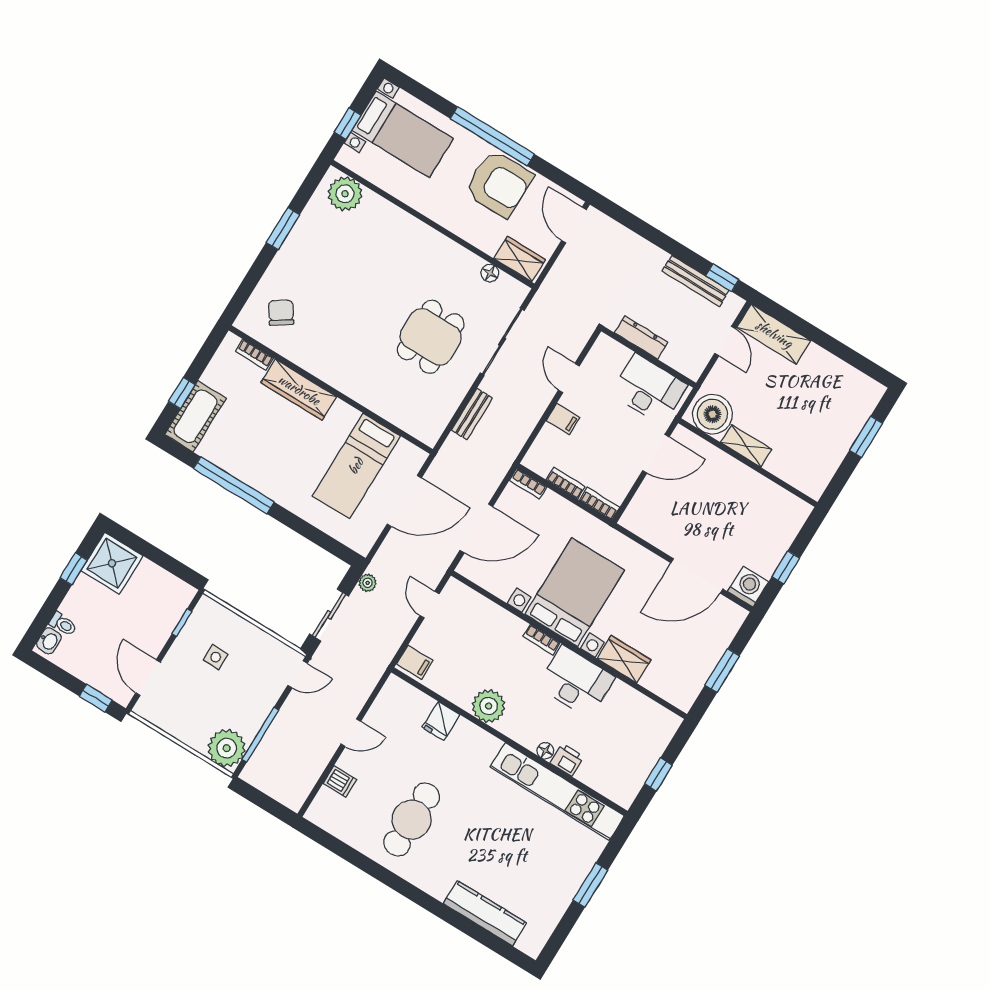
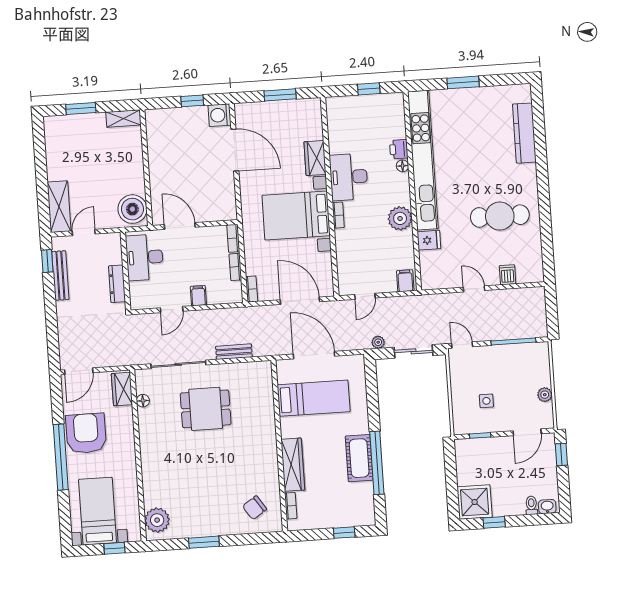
cot: (196, 416) -> (359, 458), moved, turned 90
shelving: (746, 446) -> (123, 119), moved, turned 90
plant: (227, 748) -> (545, 395), moved, width x0.53, depth x0.53
kitchen unit: (557, 791) -> (423, 160), width x1.36

